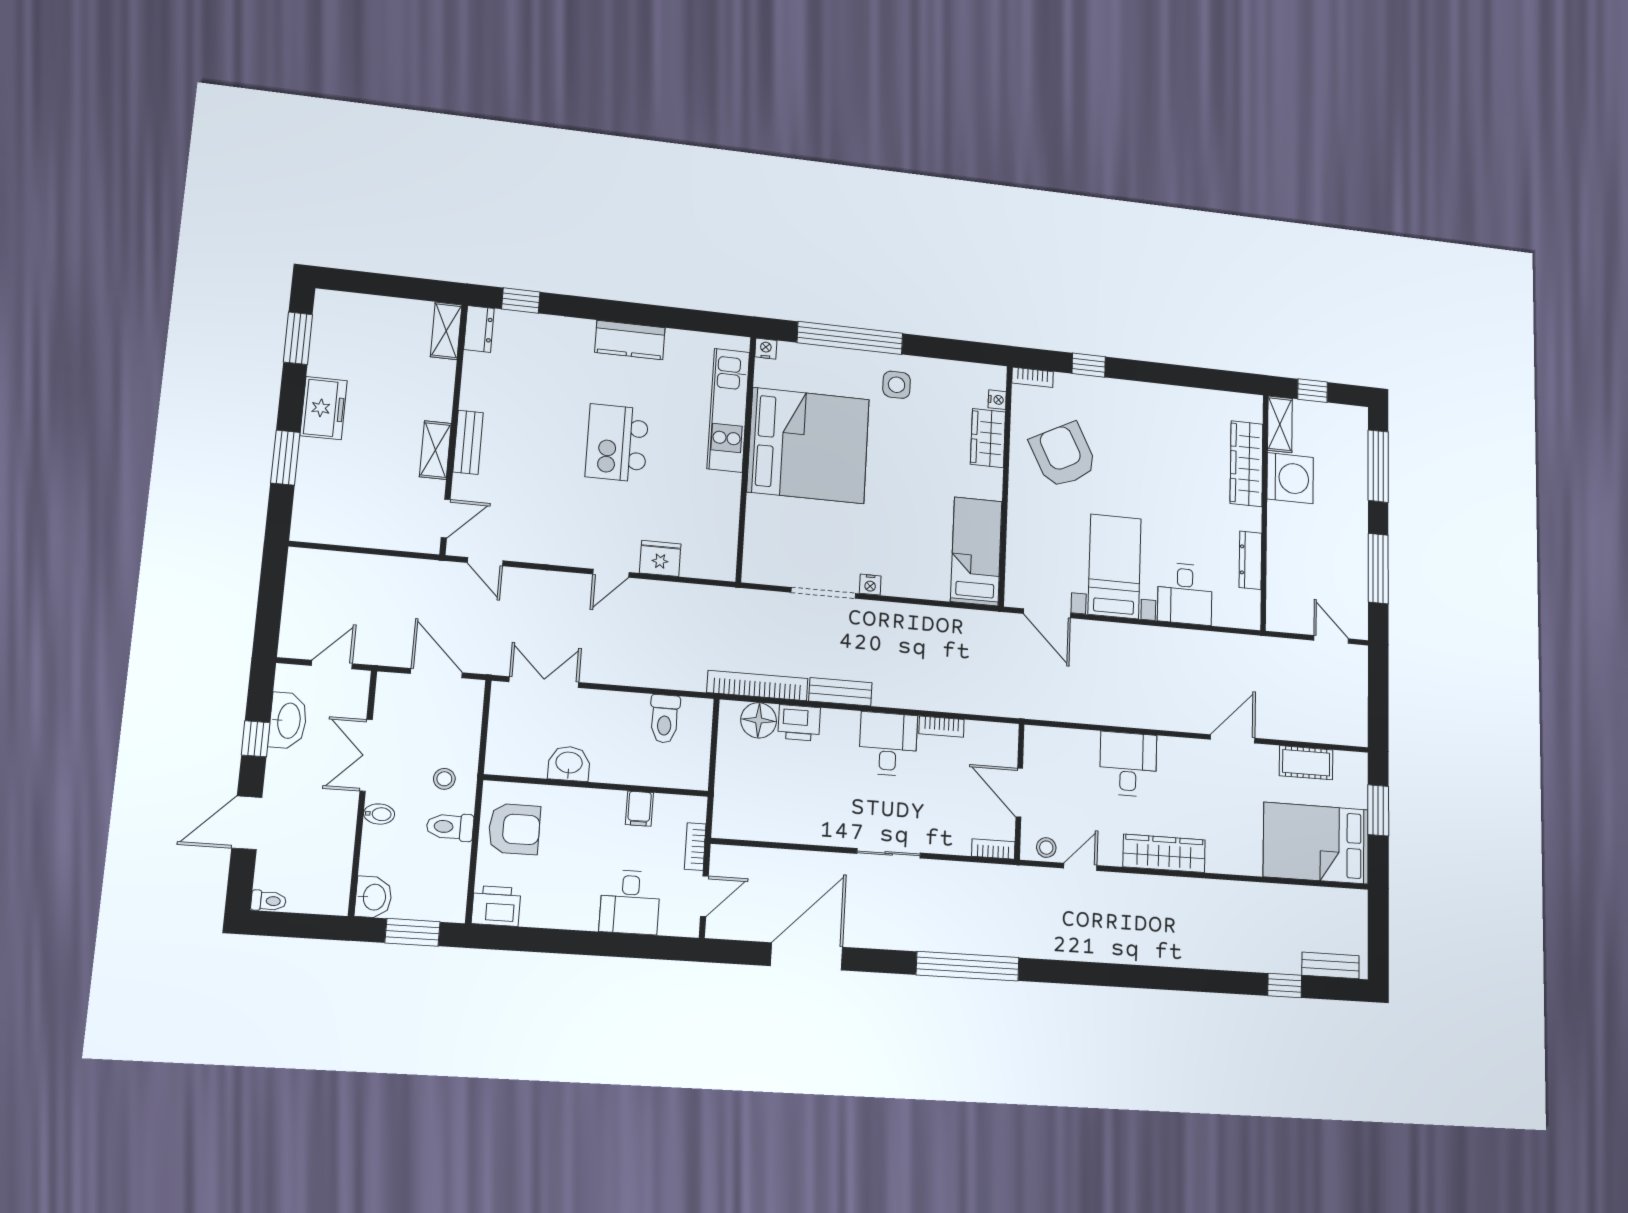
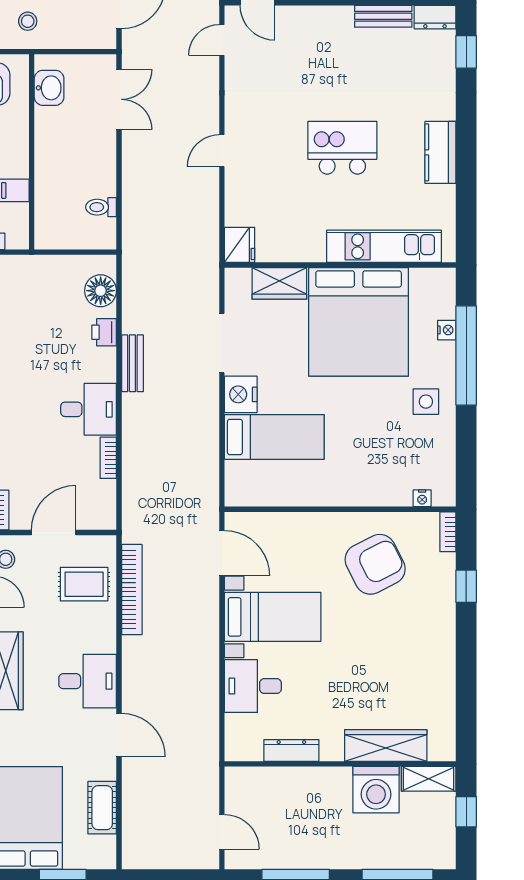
nightstand: (766, 349) -> (447, 330), moved
wardrobe: (988, 438) -> (279, 283), moved, turned 180
bench: (468, 442) -> (383, 16), moved
bed: (976, 551) -> (274, 437), moved
fridge: (660, 558) -> (240, 245), moved
door: (611, 573) -> (222, 151), hinge flipped
nightstand: (870, 585) -> (241, 394), width x1.89, depth x1.79
door: (1047, 613) -> (222, 553), swing flipped
door: (1331, 639) -> (222, 832), hinge flipped
bookcase: (757, 685) -> (132, 590), moved
toilet: (665, 719) -> (101, 207), width x0.73, depth x0.72
printer: (799, 723) -> (104, 332), width x0.73, depth x0.81
washbasin: (569, 764) -> (49, 88), moved
rug: (1075, 764) -> (84, 584), added
desk: (1128, 764) -> (88, 681), moved

